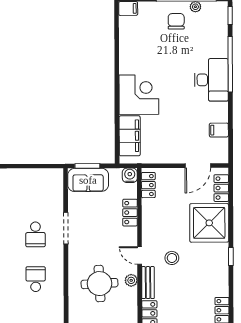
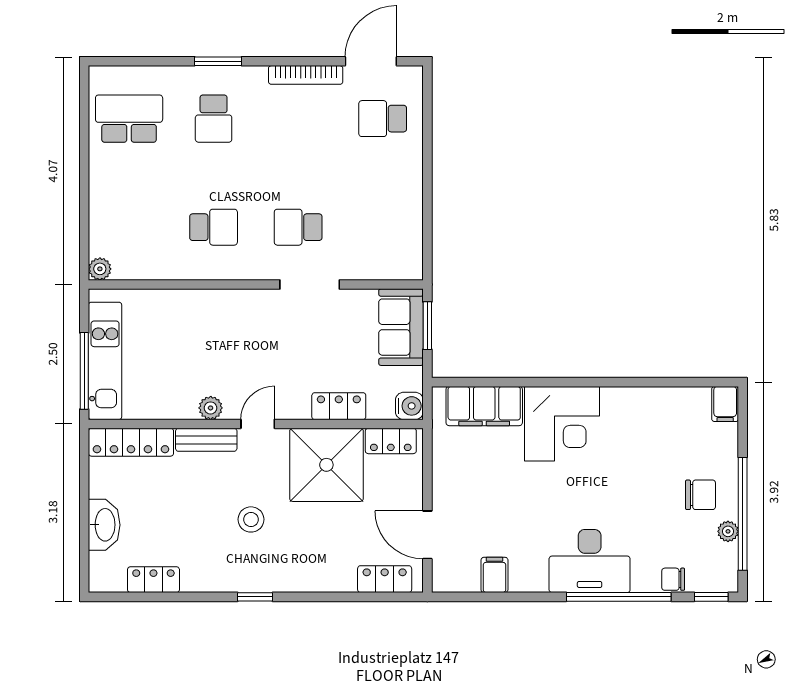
chair: (221, 36) -> (673, 579), added
shower: (209, 223) -> (326, 465), moved
stool: (172, 258) -> (251, 519), moved
round table: (100, 284) -> (205, 348), removed

